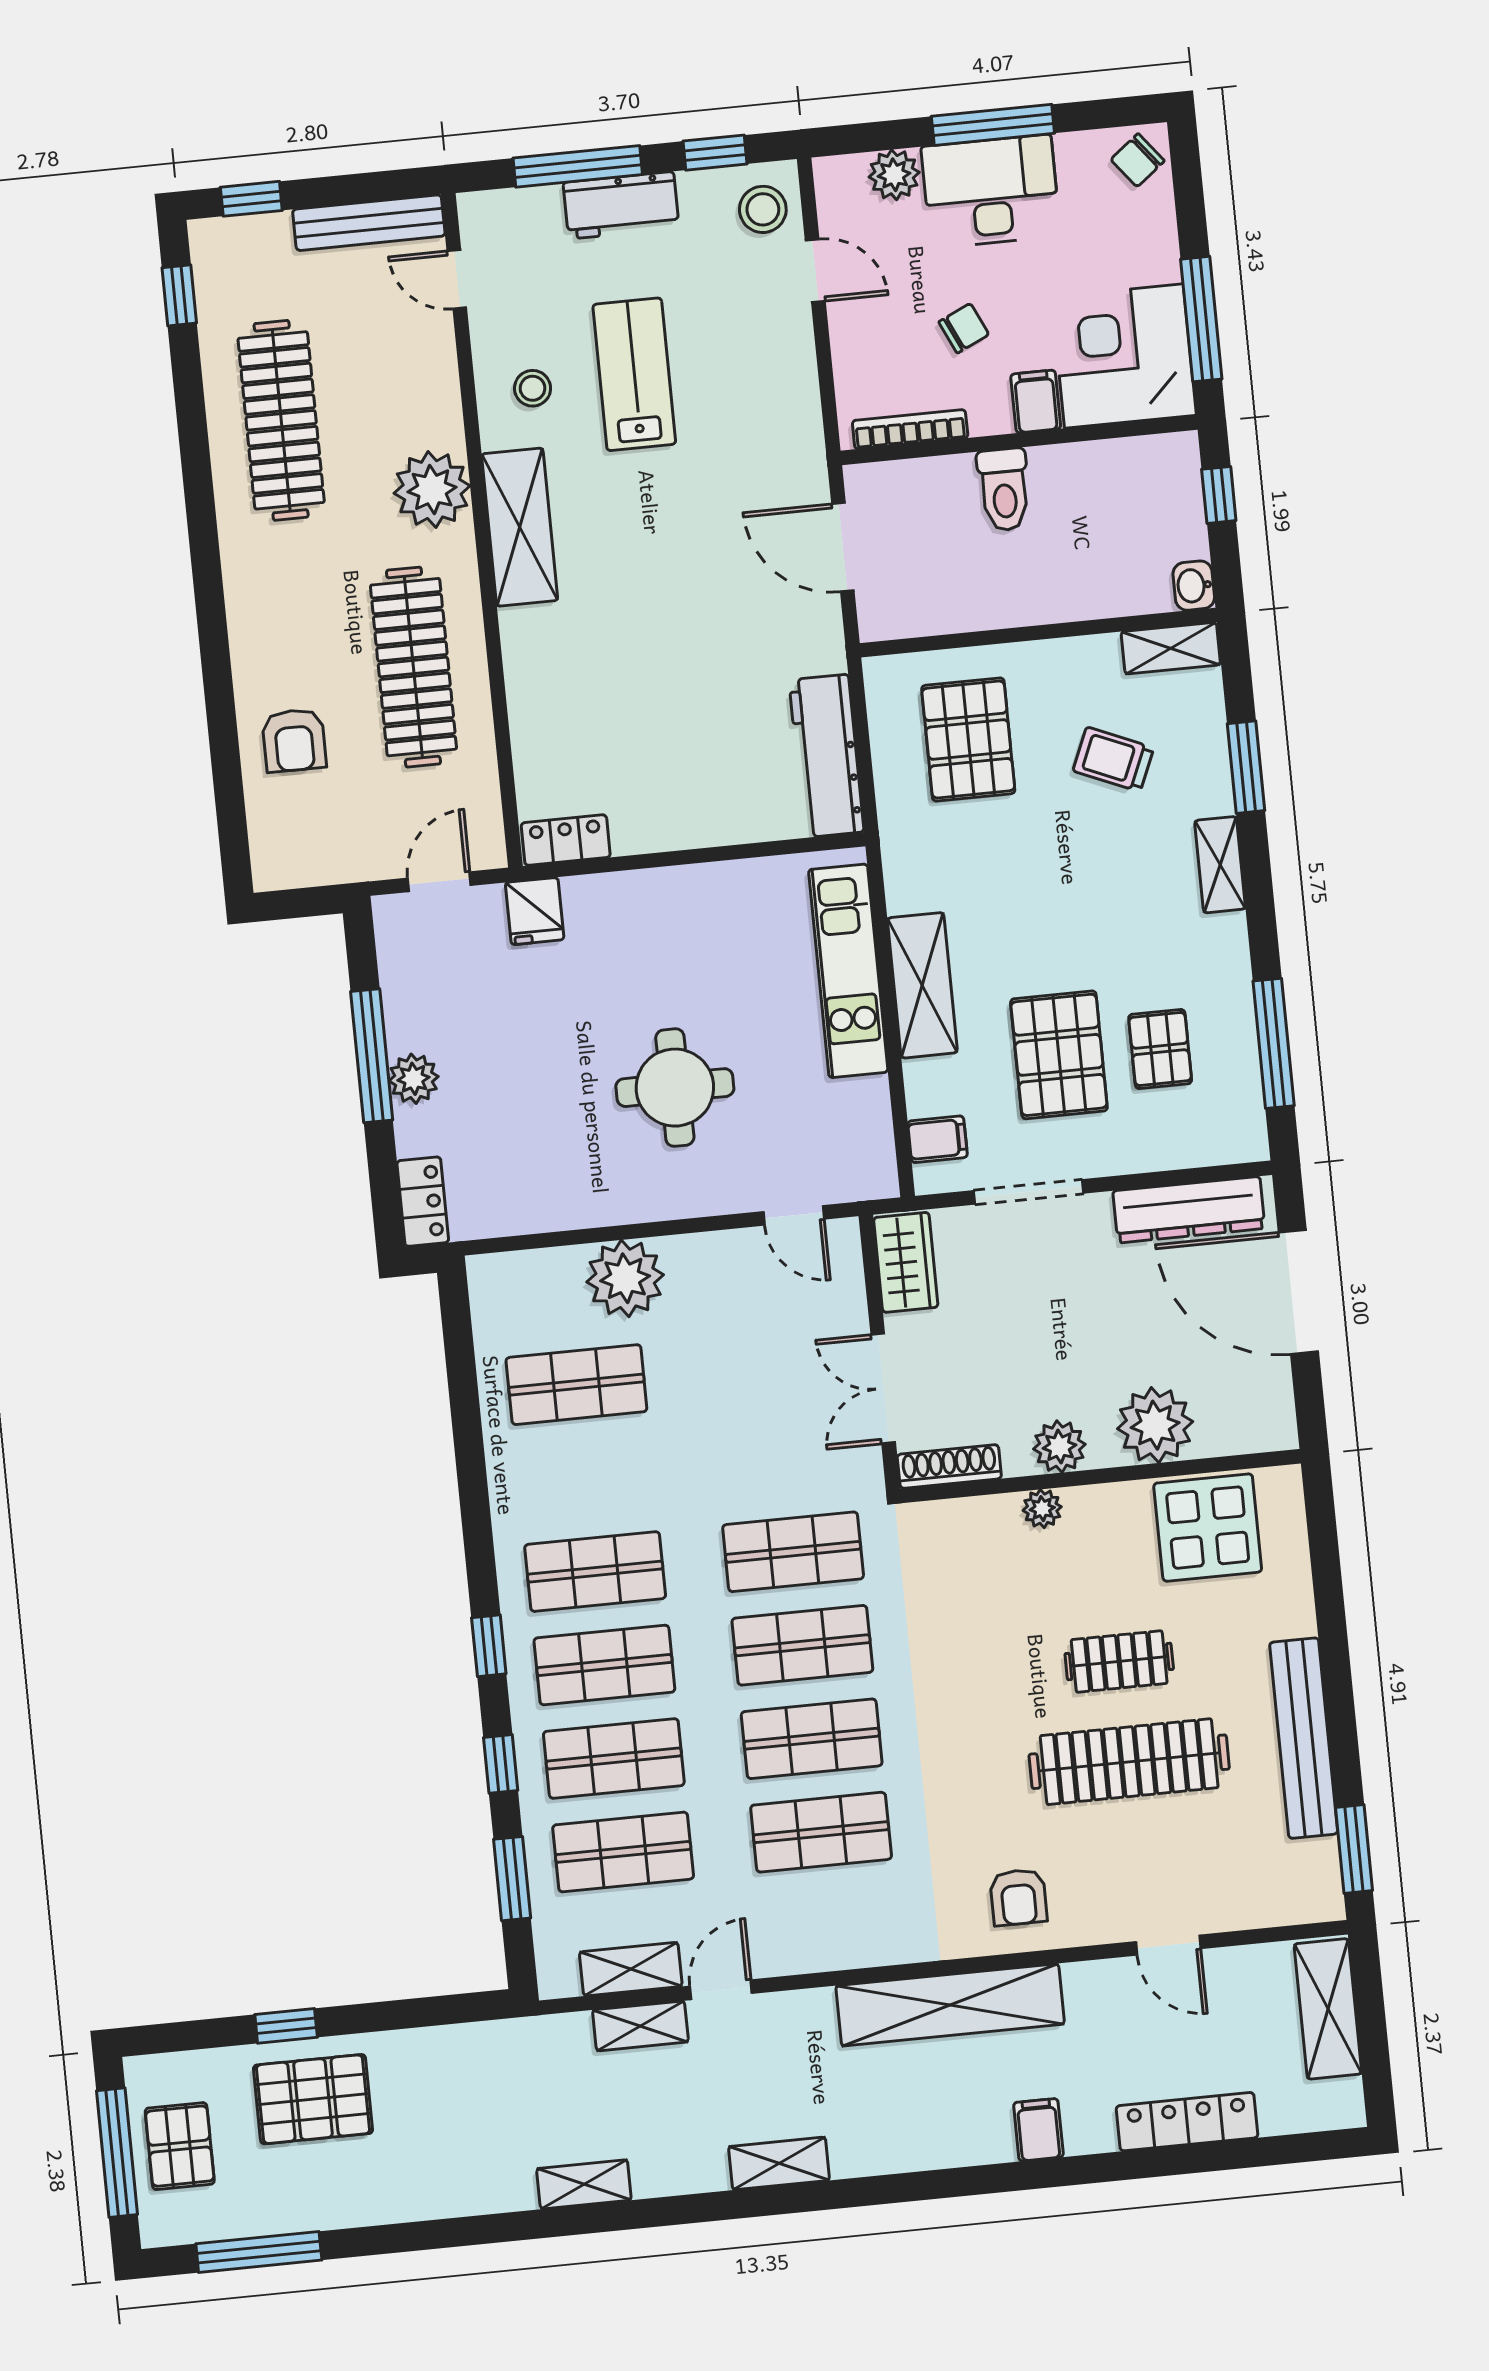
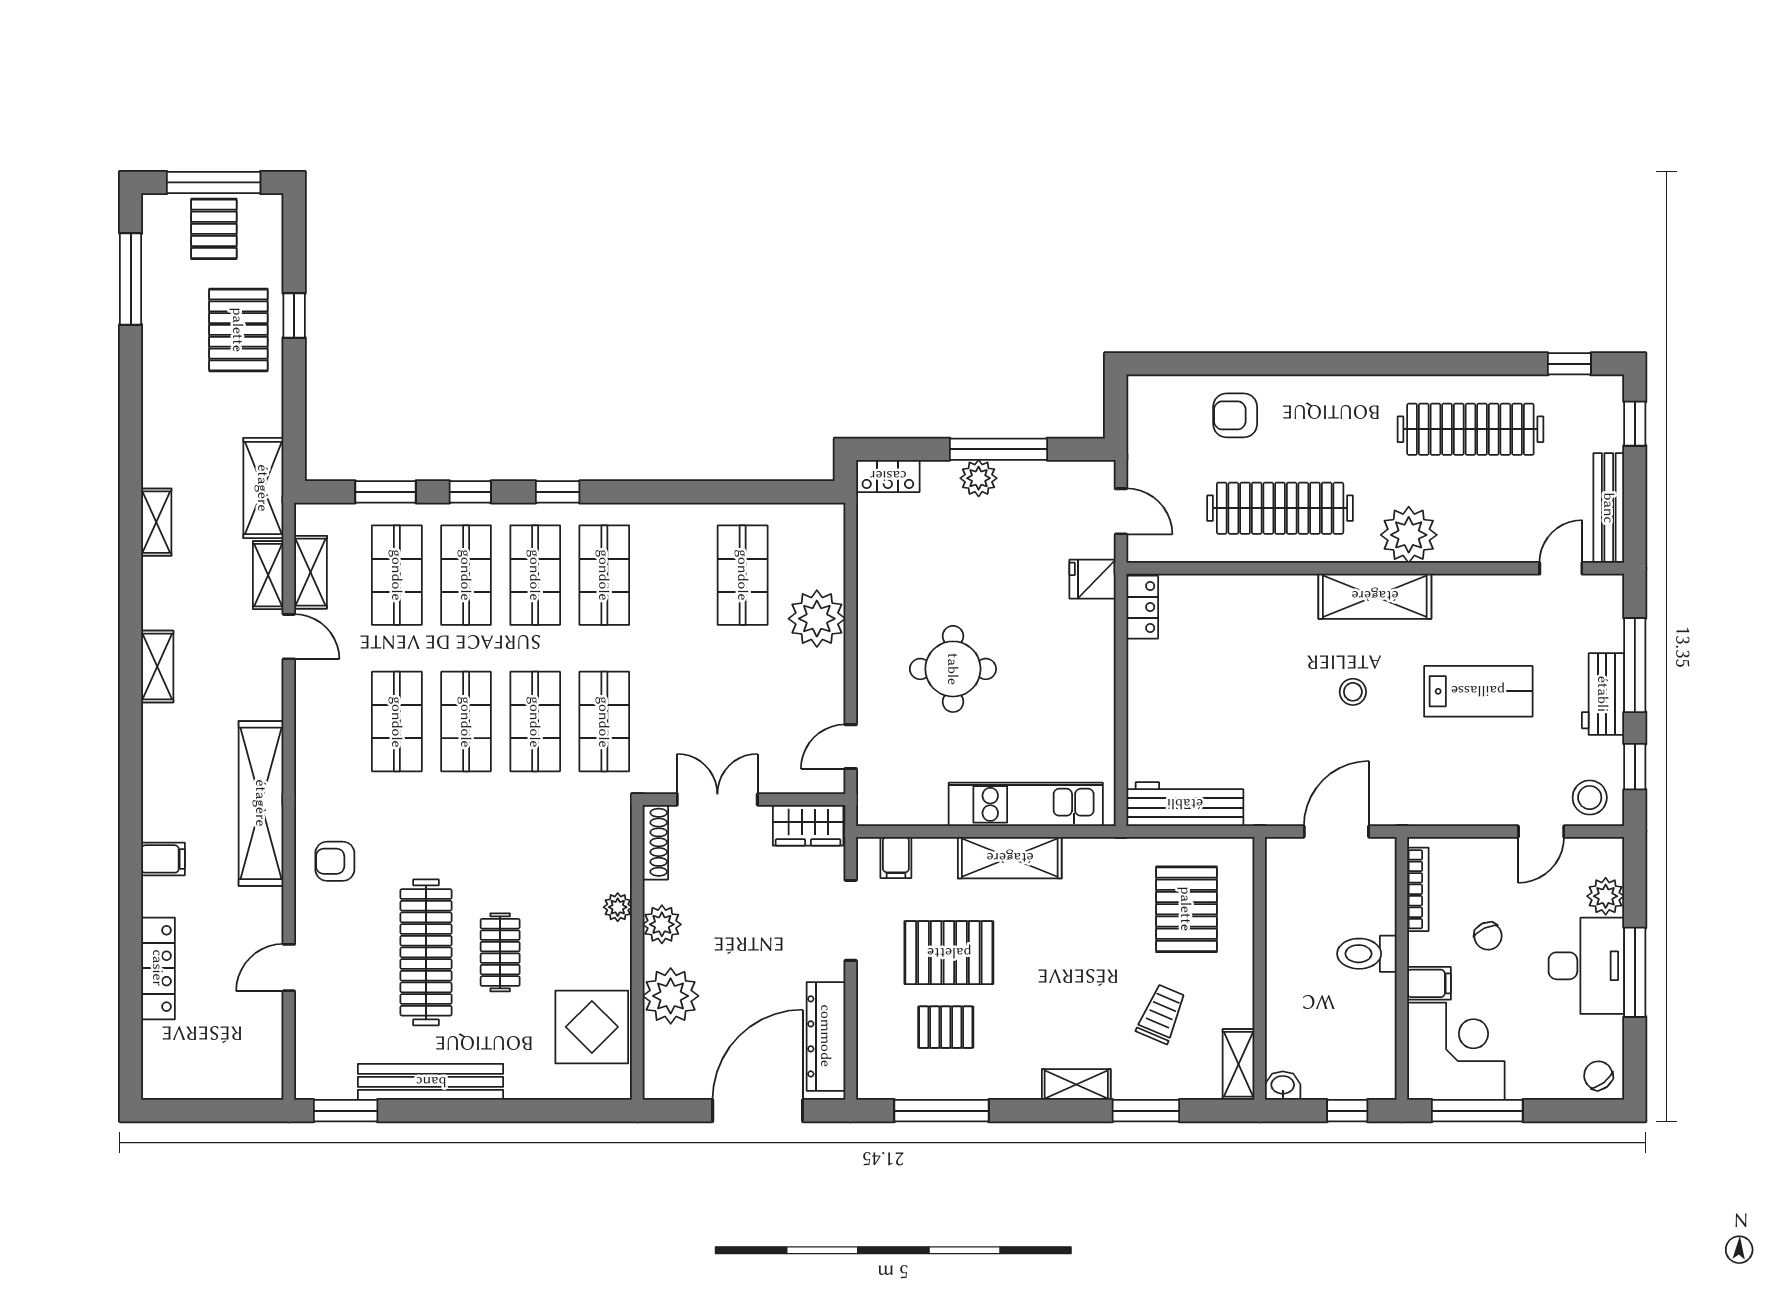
stool: (533, 388) -> (1353, 692), moved
pallet: (968, 740) -> (1186, 909), turned 90
shelving: (1328, 2009) -> (263, 488), moved, turned 90
pallet: (180, 2146) -> (214, 229), turned 90

